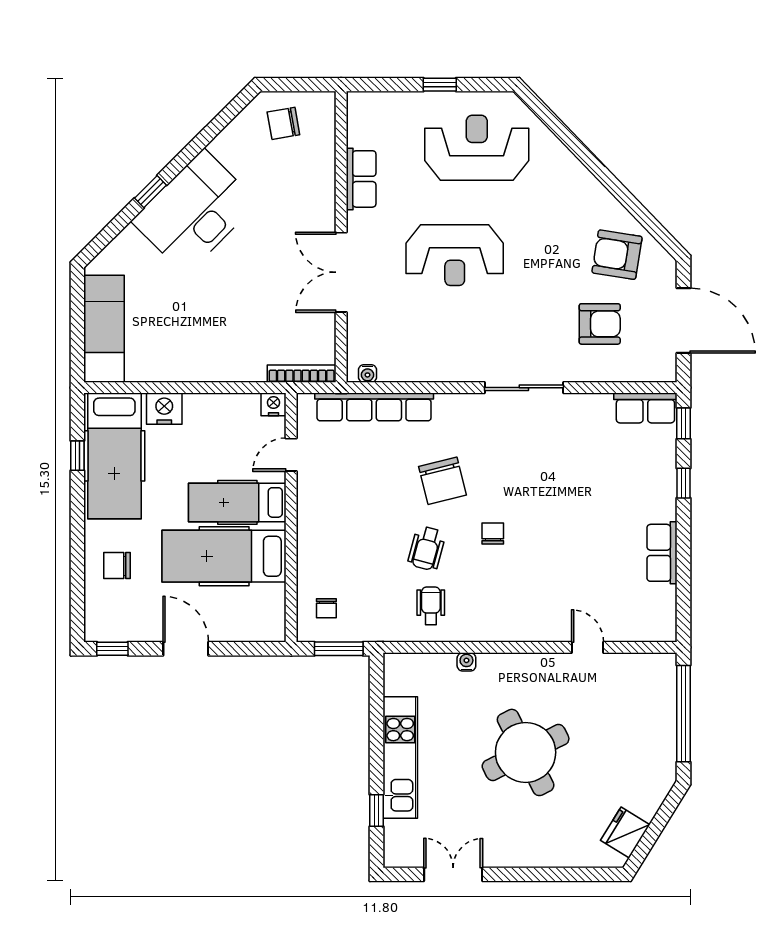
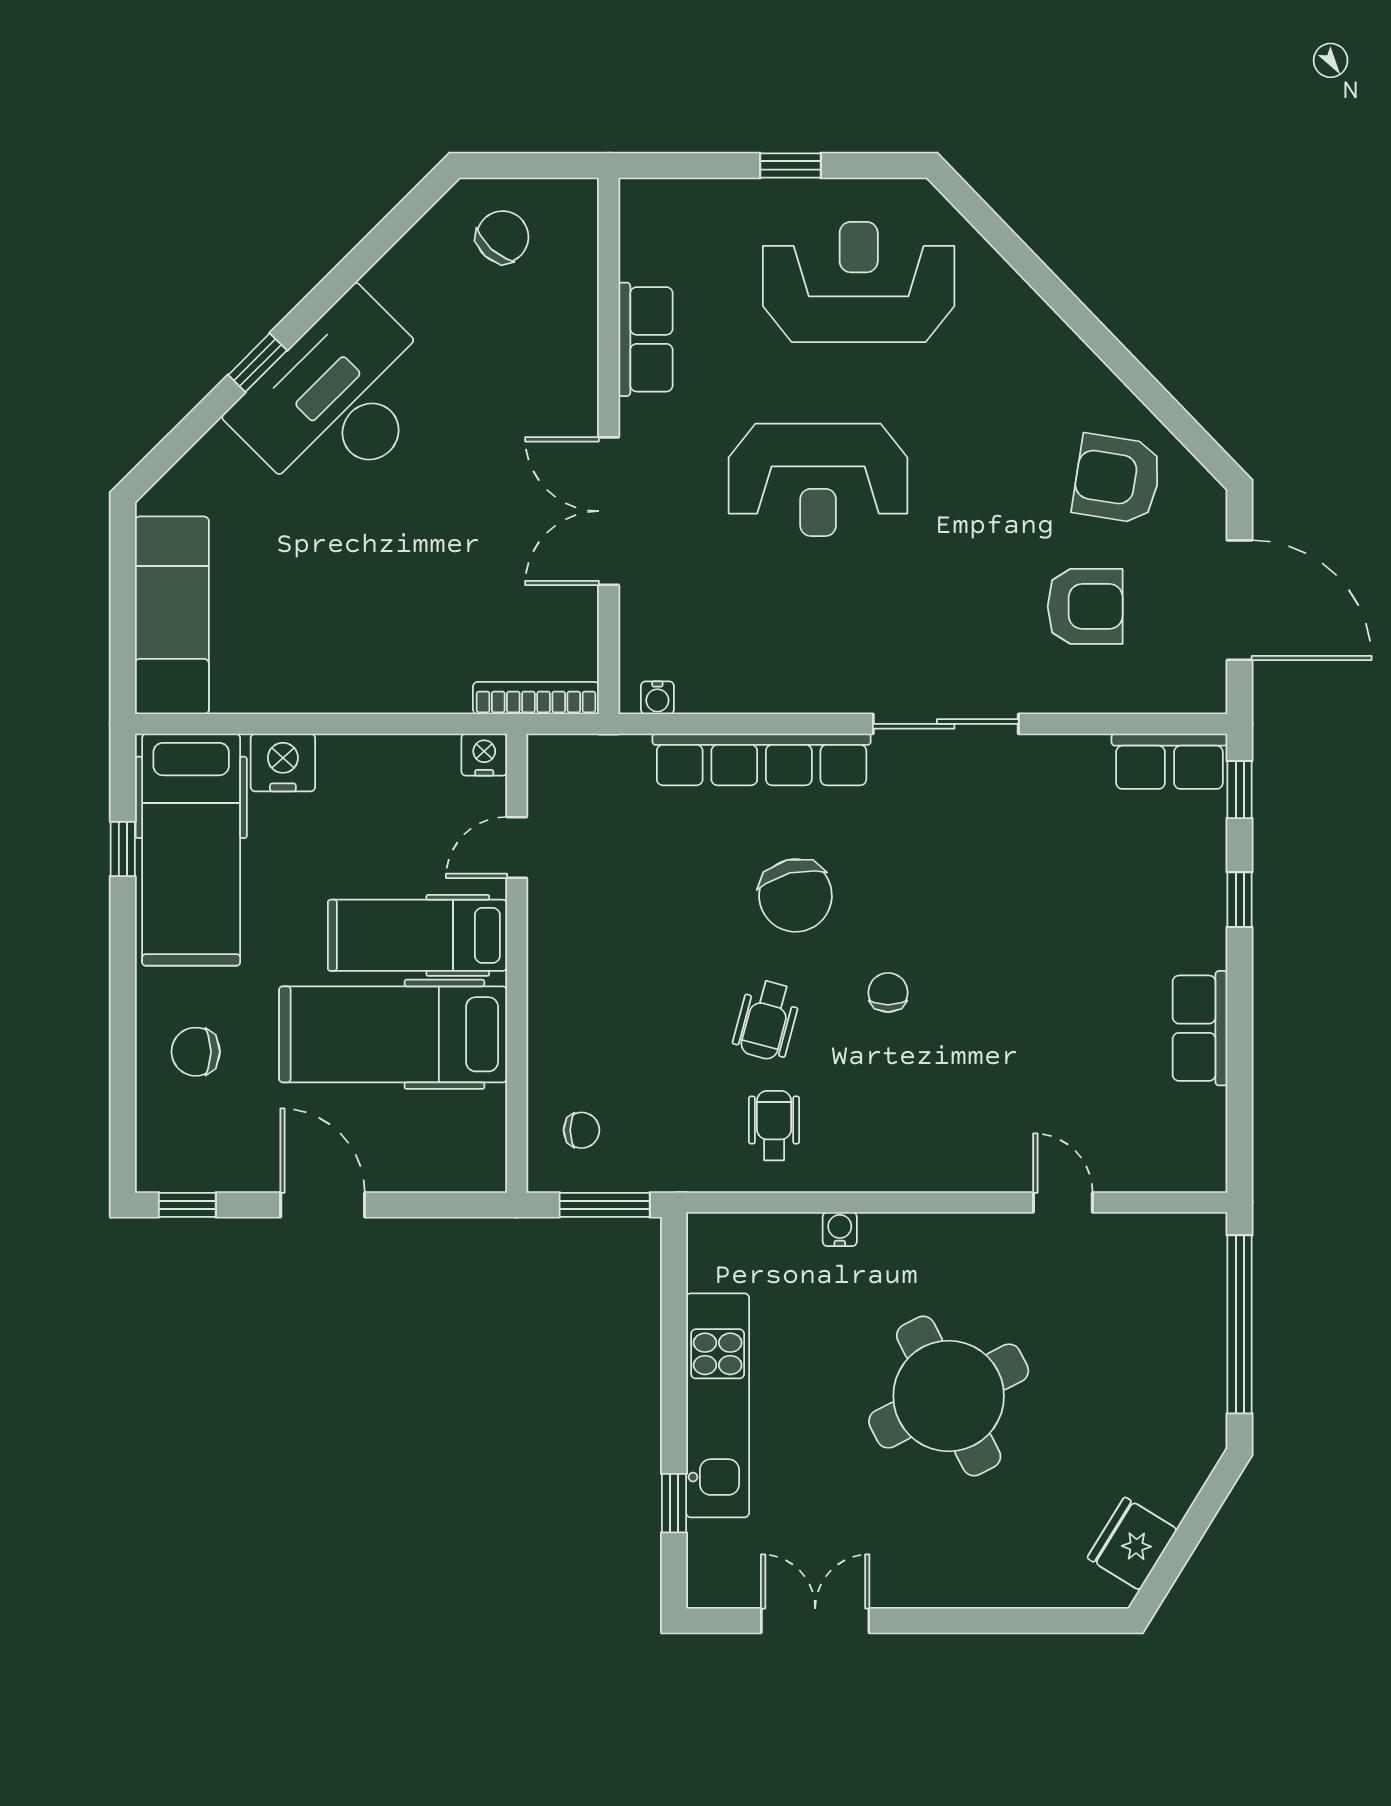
chair: (283, 123) -> (503, 237), turned 142
row of seats: (374, 407) -> (762, 759), moved
chair: (326, 608) -> (582, 1130), turned -90

